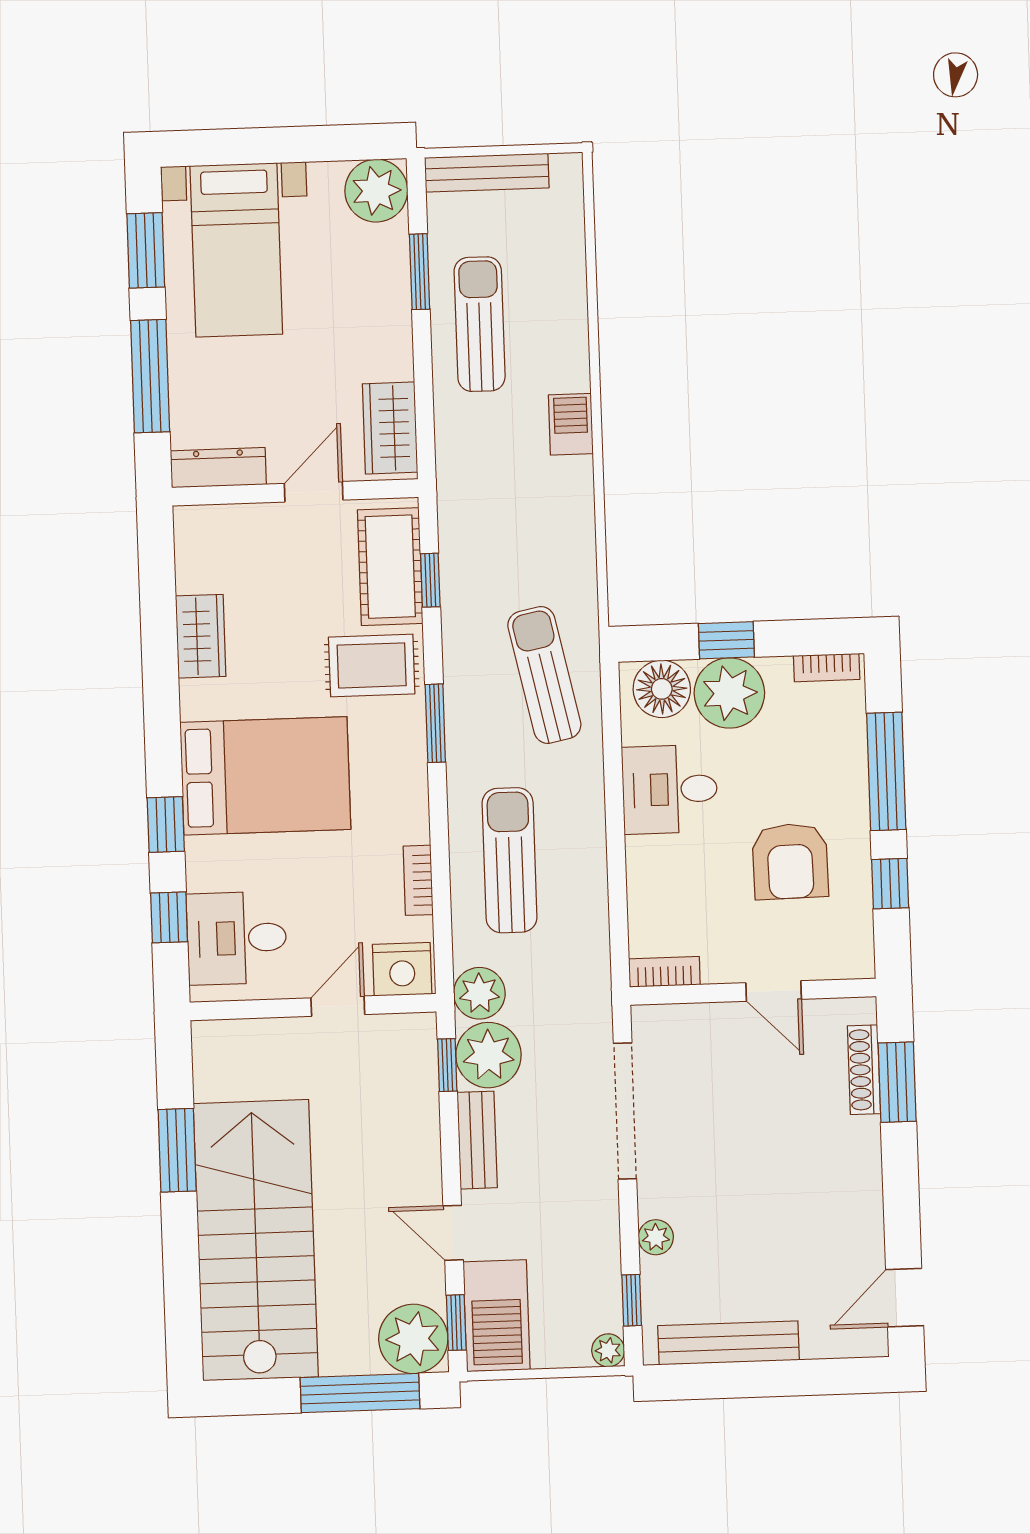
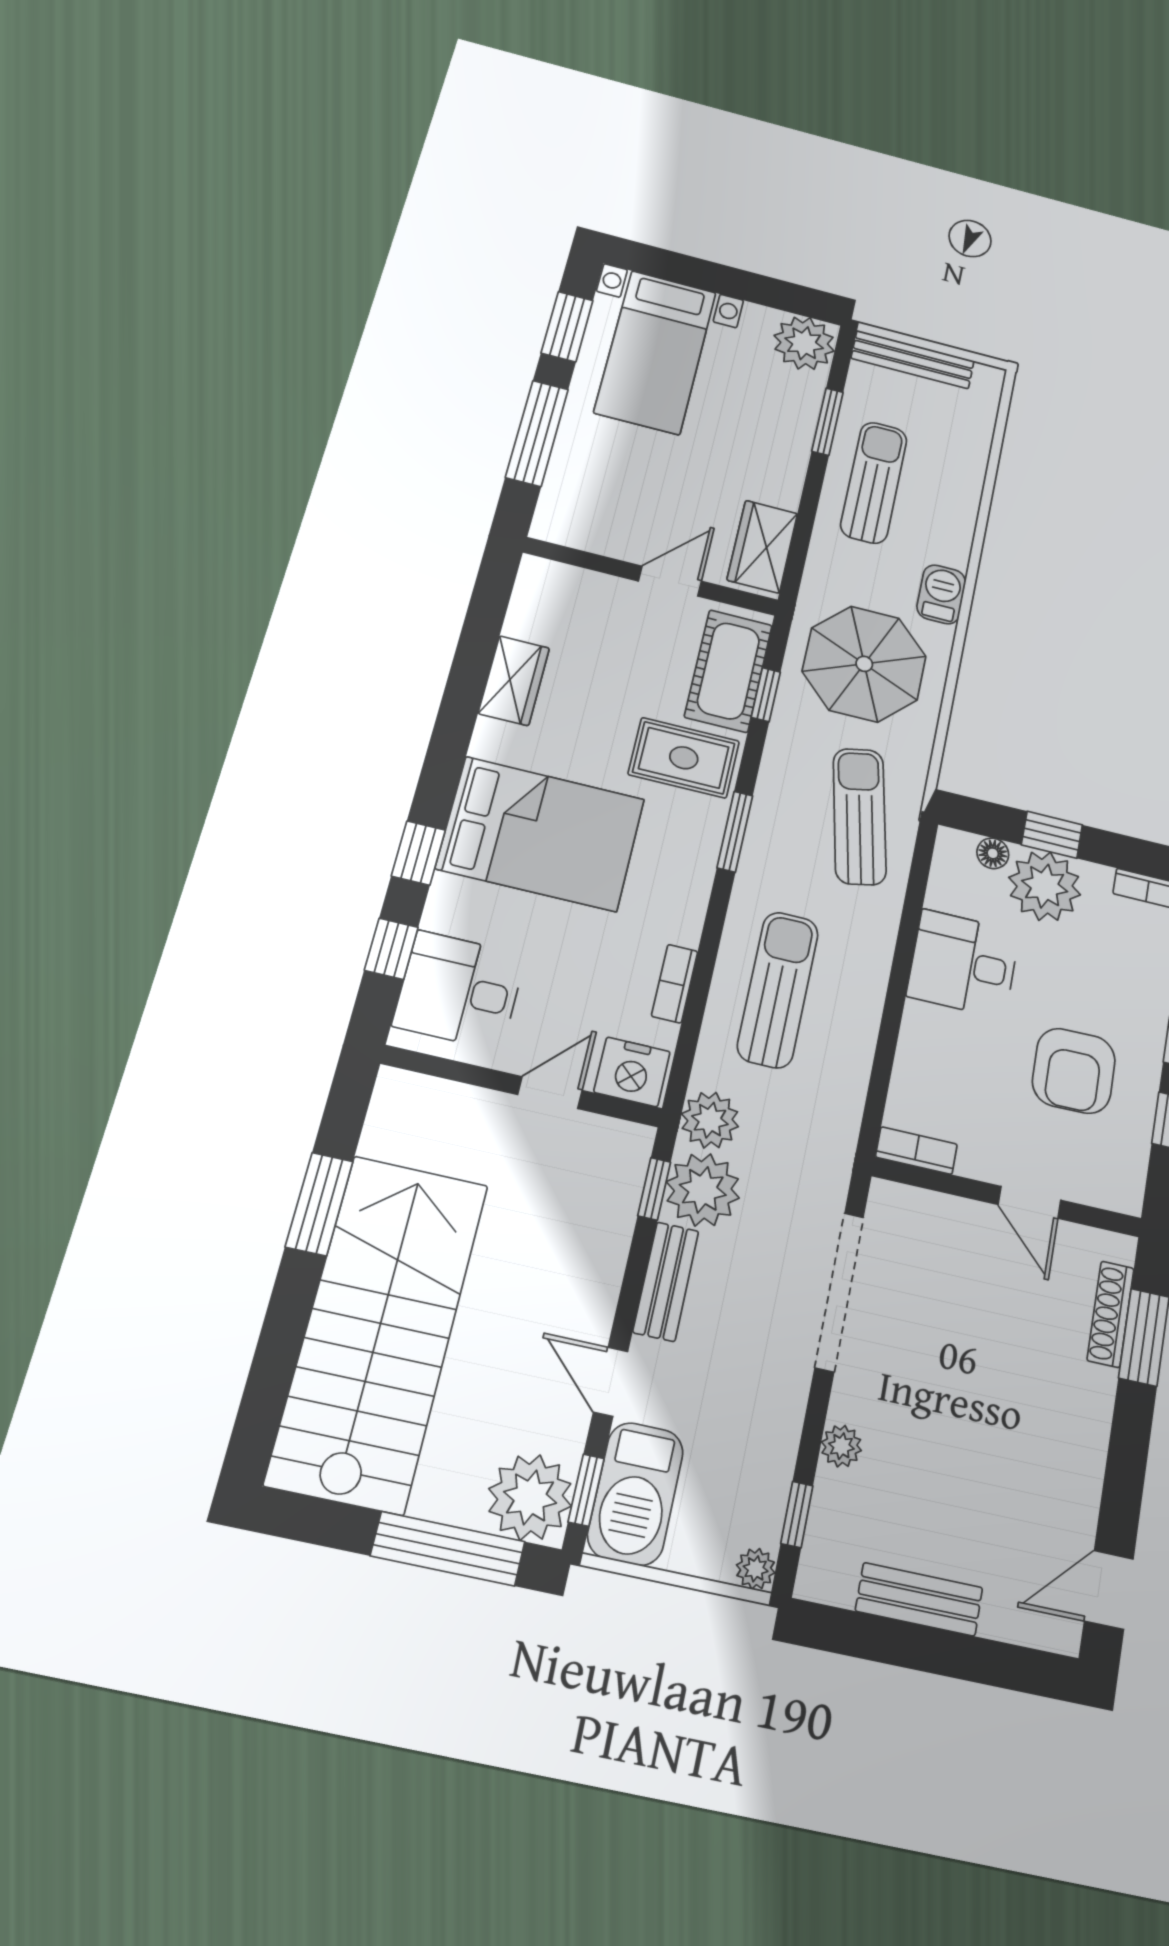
dresser: (218, 468) -> (580, 532), removed
parasol: (514, 520) -> (864, 664), added
floor lamp: (662, 689) -> (993, 853), width x0.53, depth x0.53
bench: (729, 1343) -> (919, 1599), width x0.73

